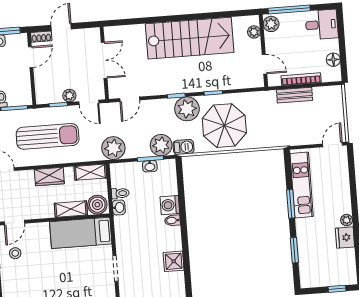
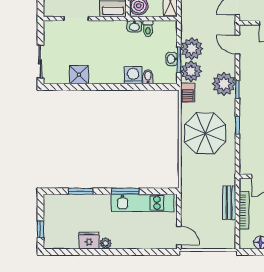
plant: (187, 109) -> (224, 84), moved
plant: (113, 148) -> (192, 49), moved
bidet: (173, 220) -> (148, 77), moved

